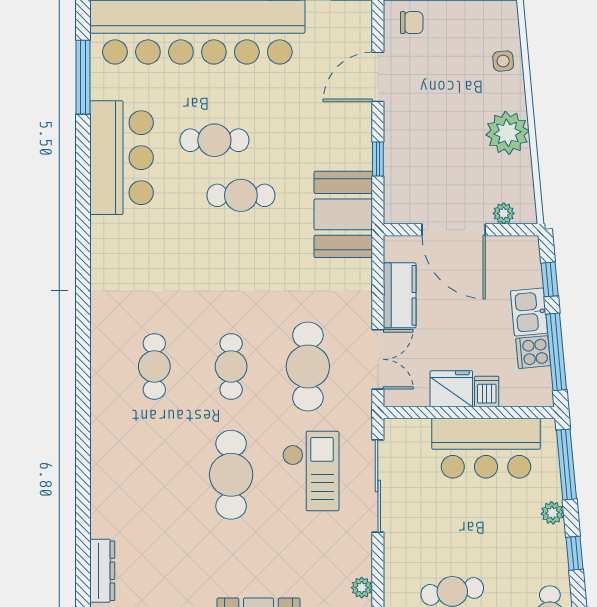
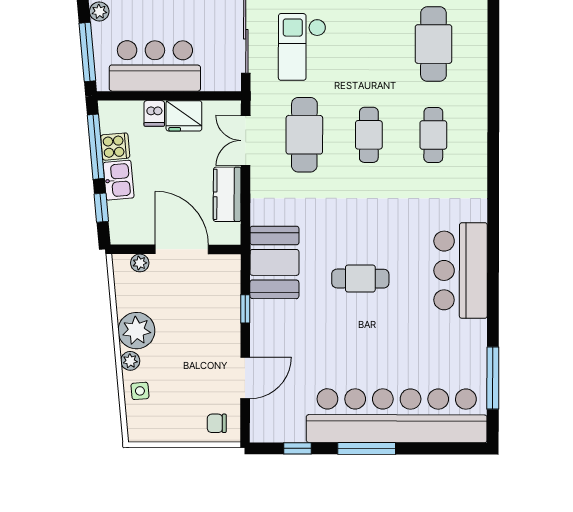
plant: (515, 97) -> (130, 361), added
cafe table: (214, 140) -> (382, 325), removed
bar counter: (122, 158) -> (461, 270), moved
cafe table: (231, 475) -> (433, 44), moved

